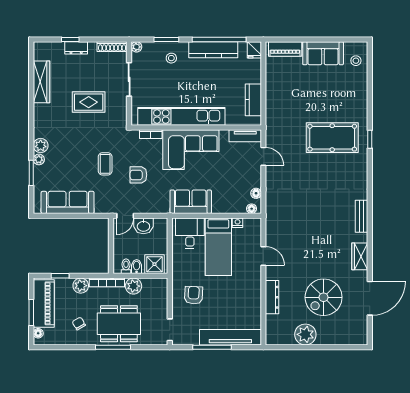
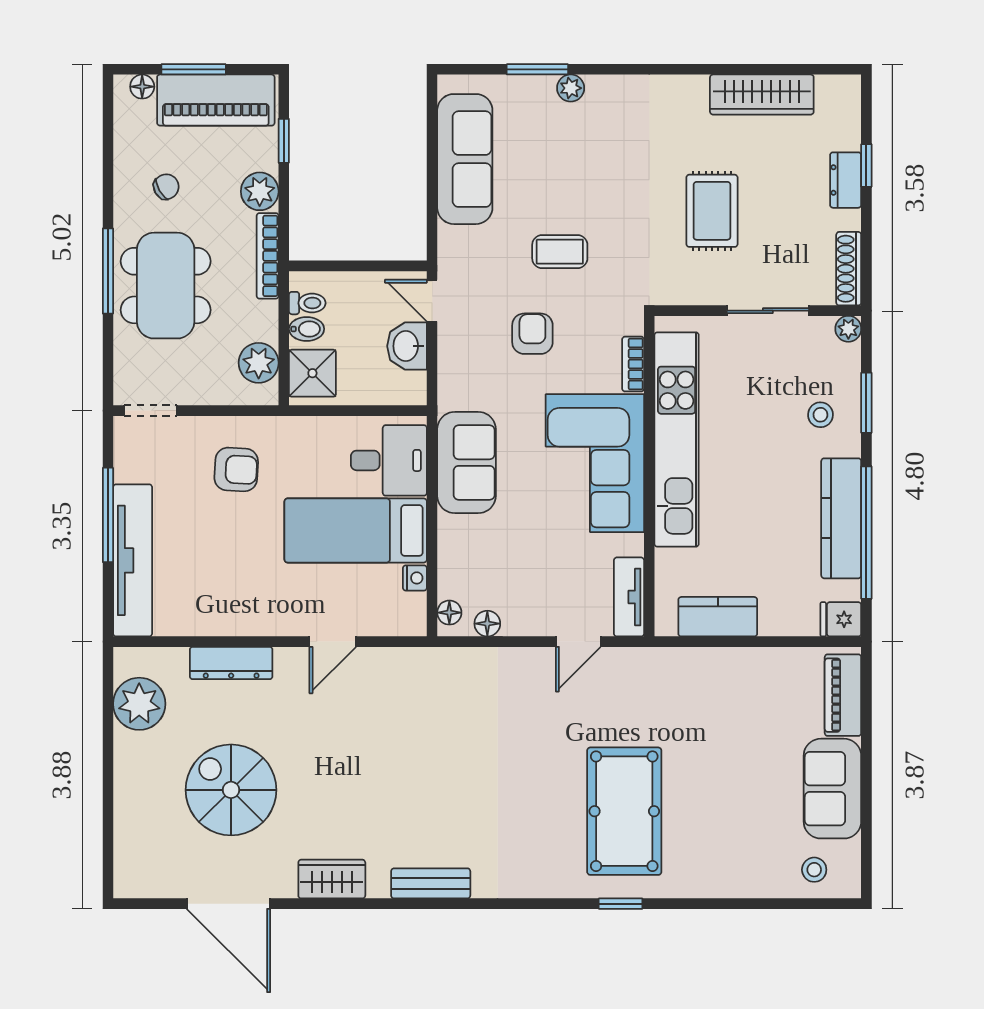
plant: (41, 146) -> (605, 93), removed
plant: (133, 286) -> (259, 363), moved
plant: (305, 334) -> (139, 704), moved

